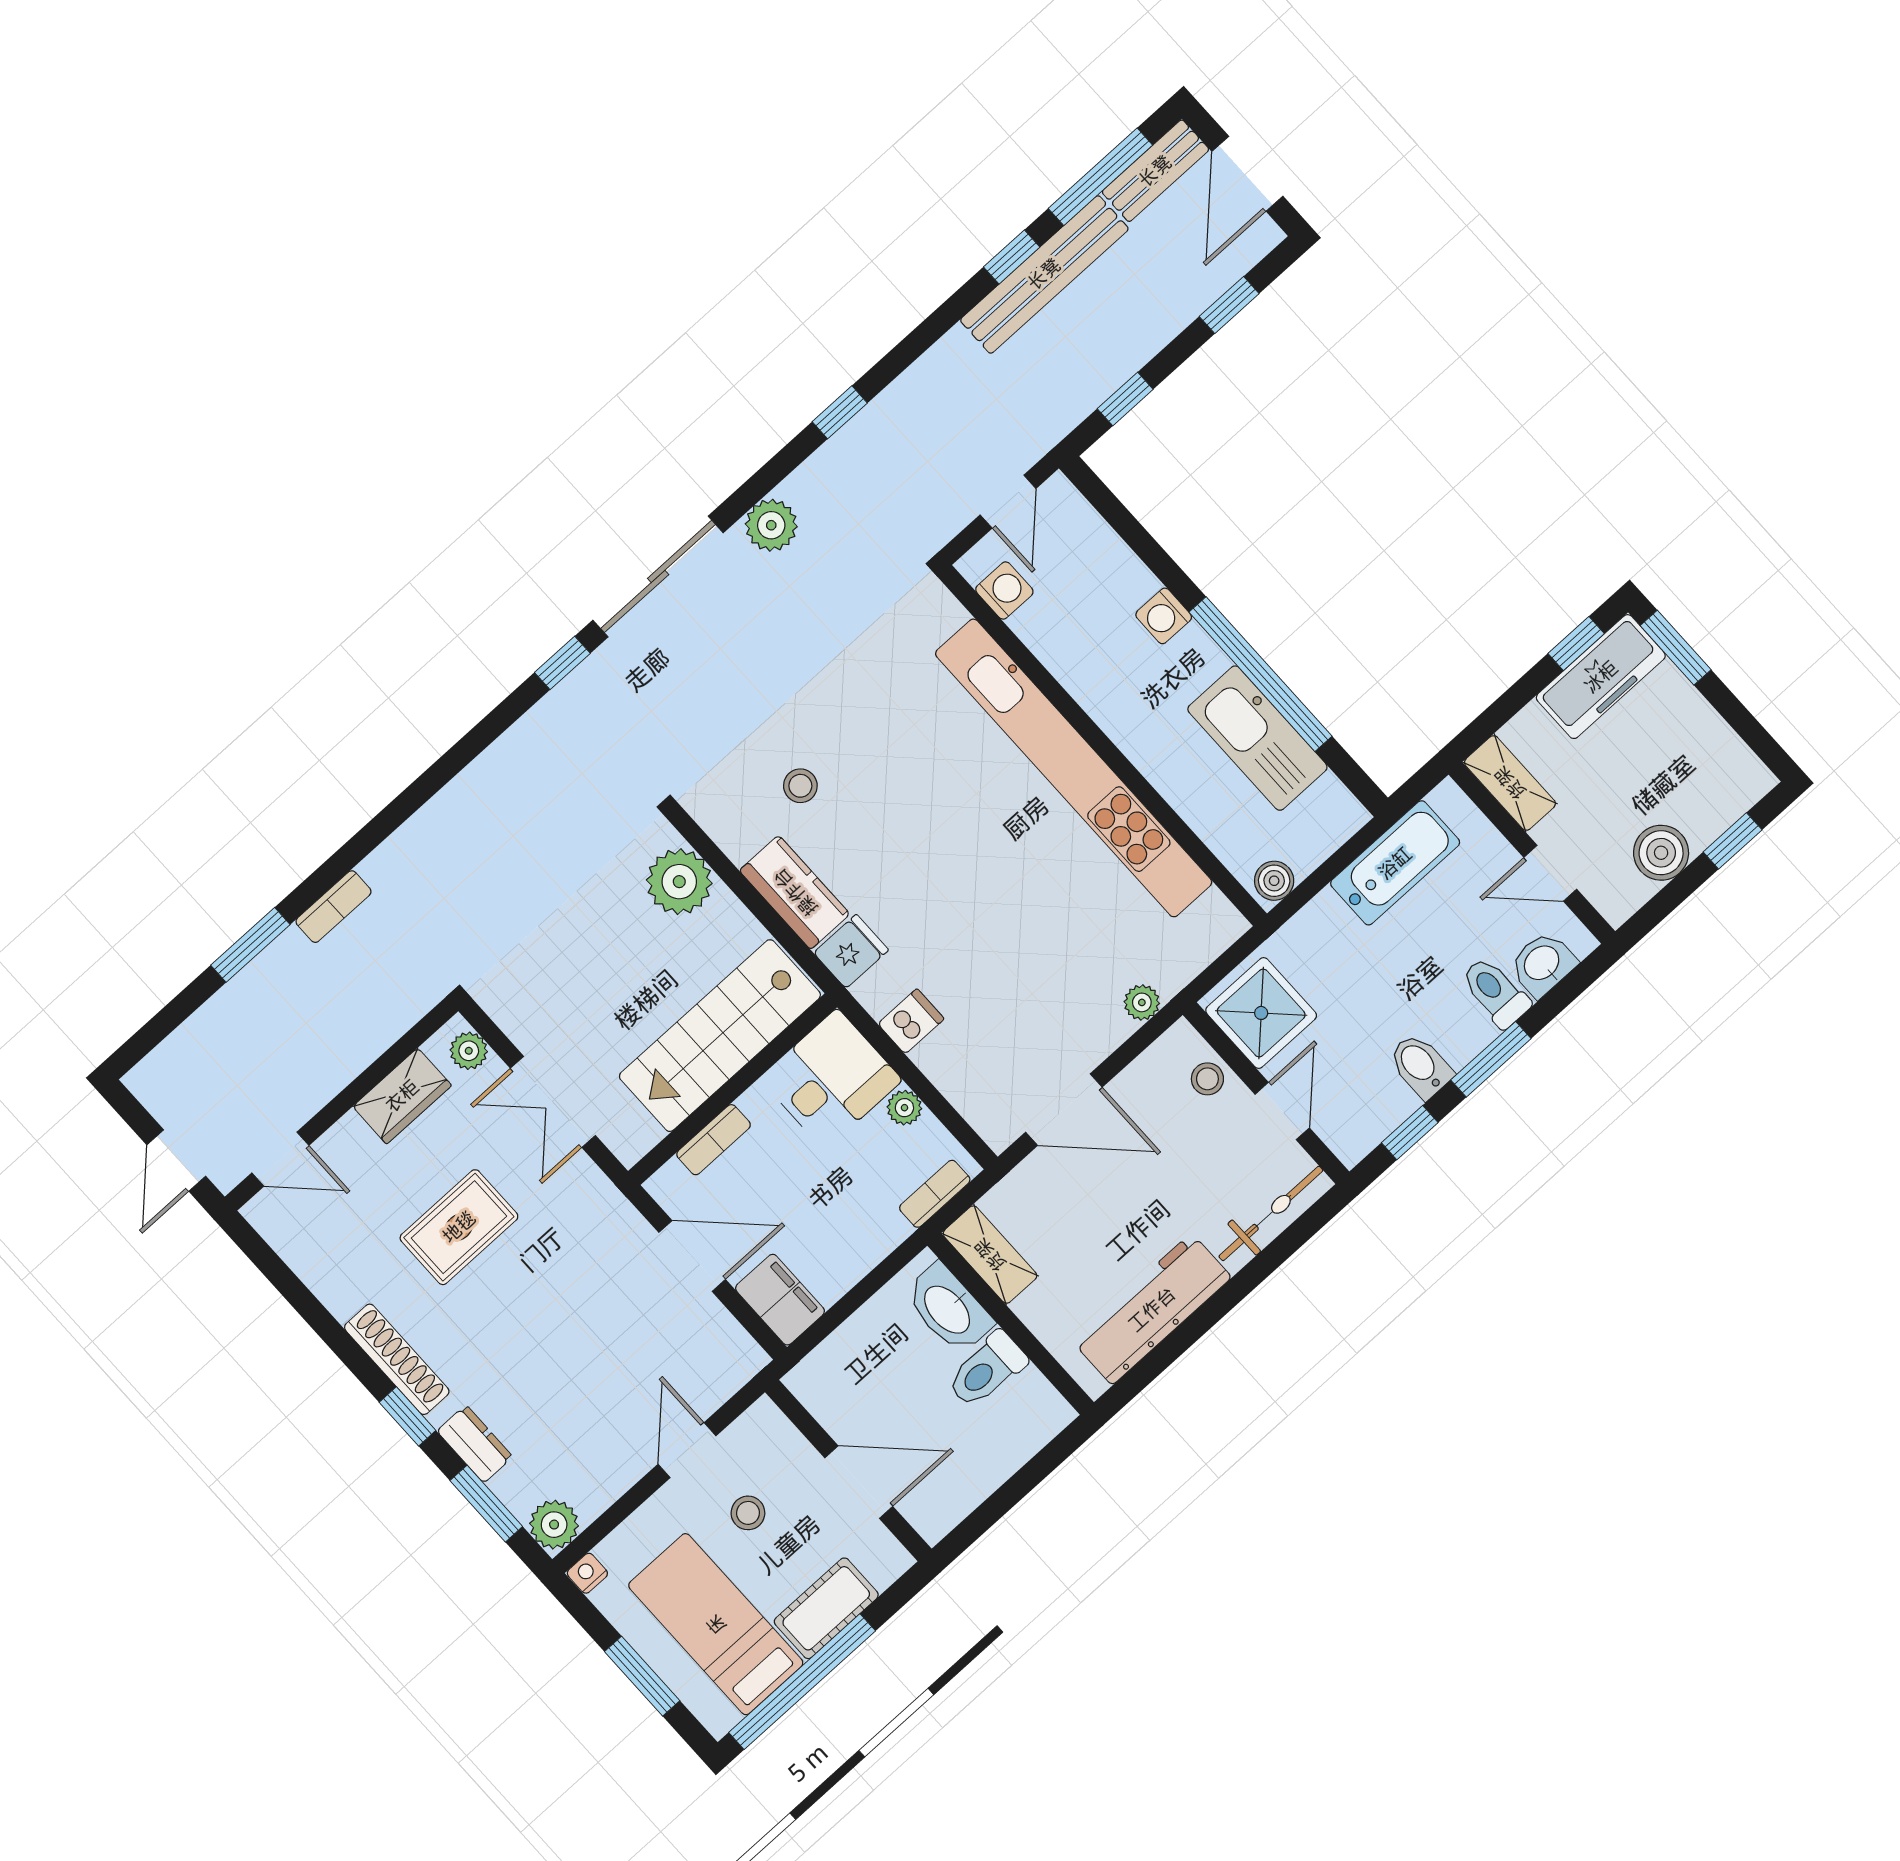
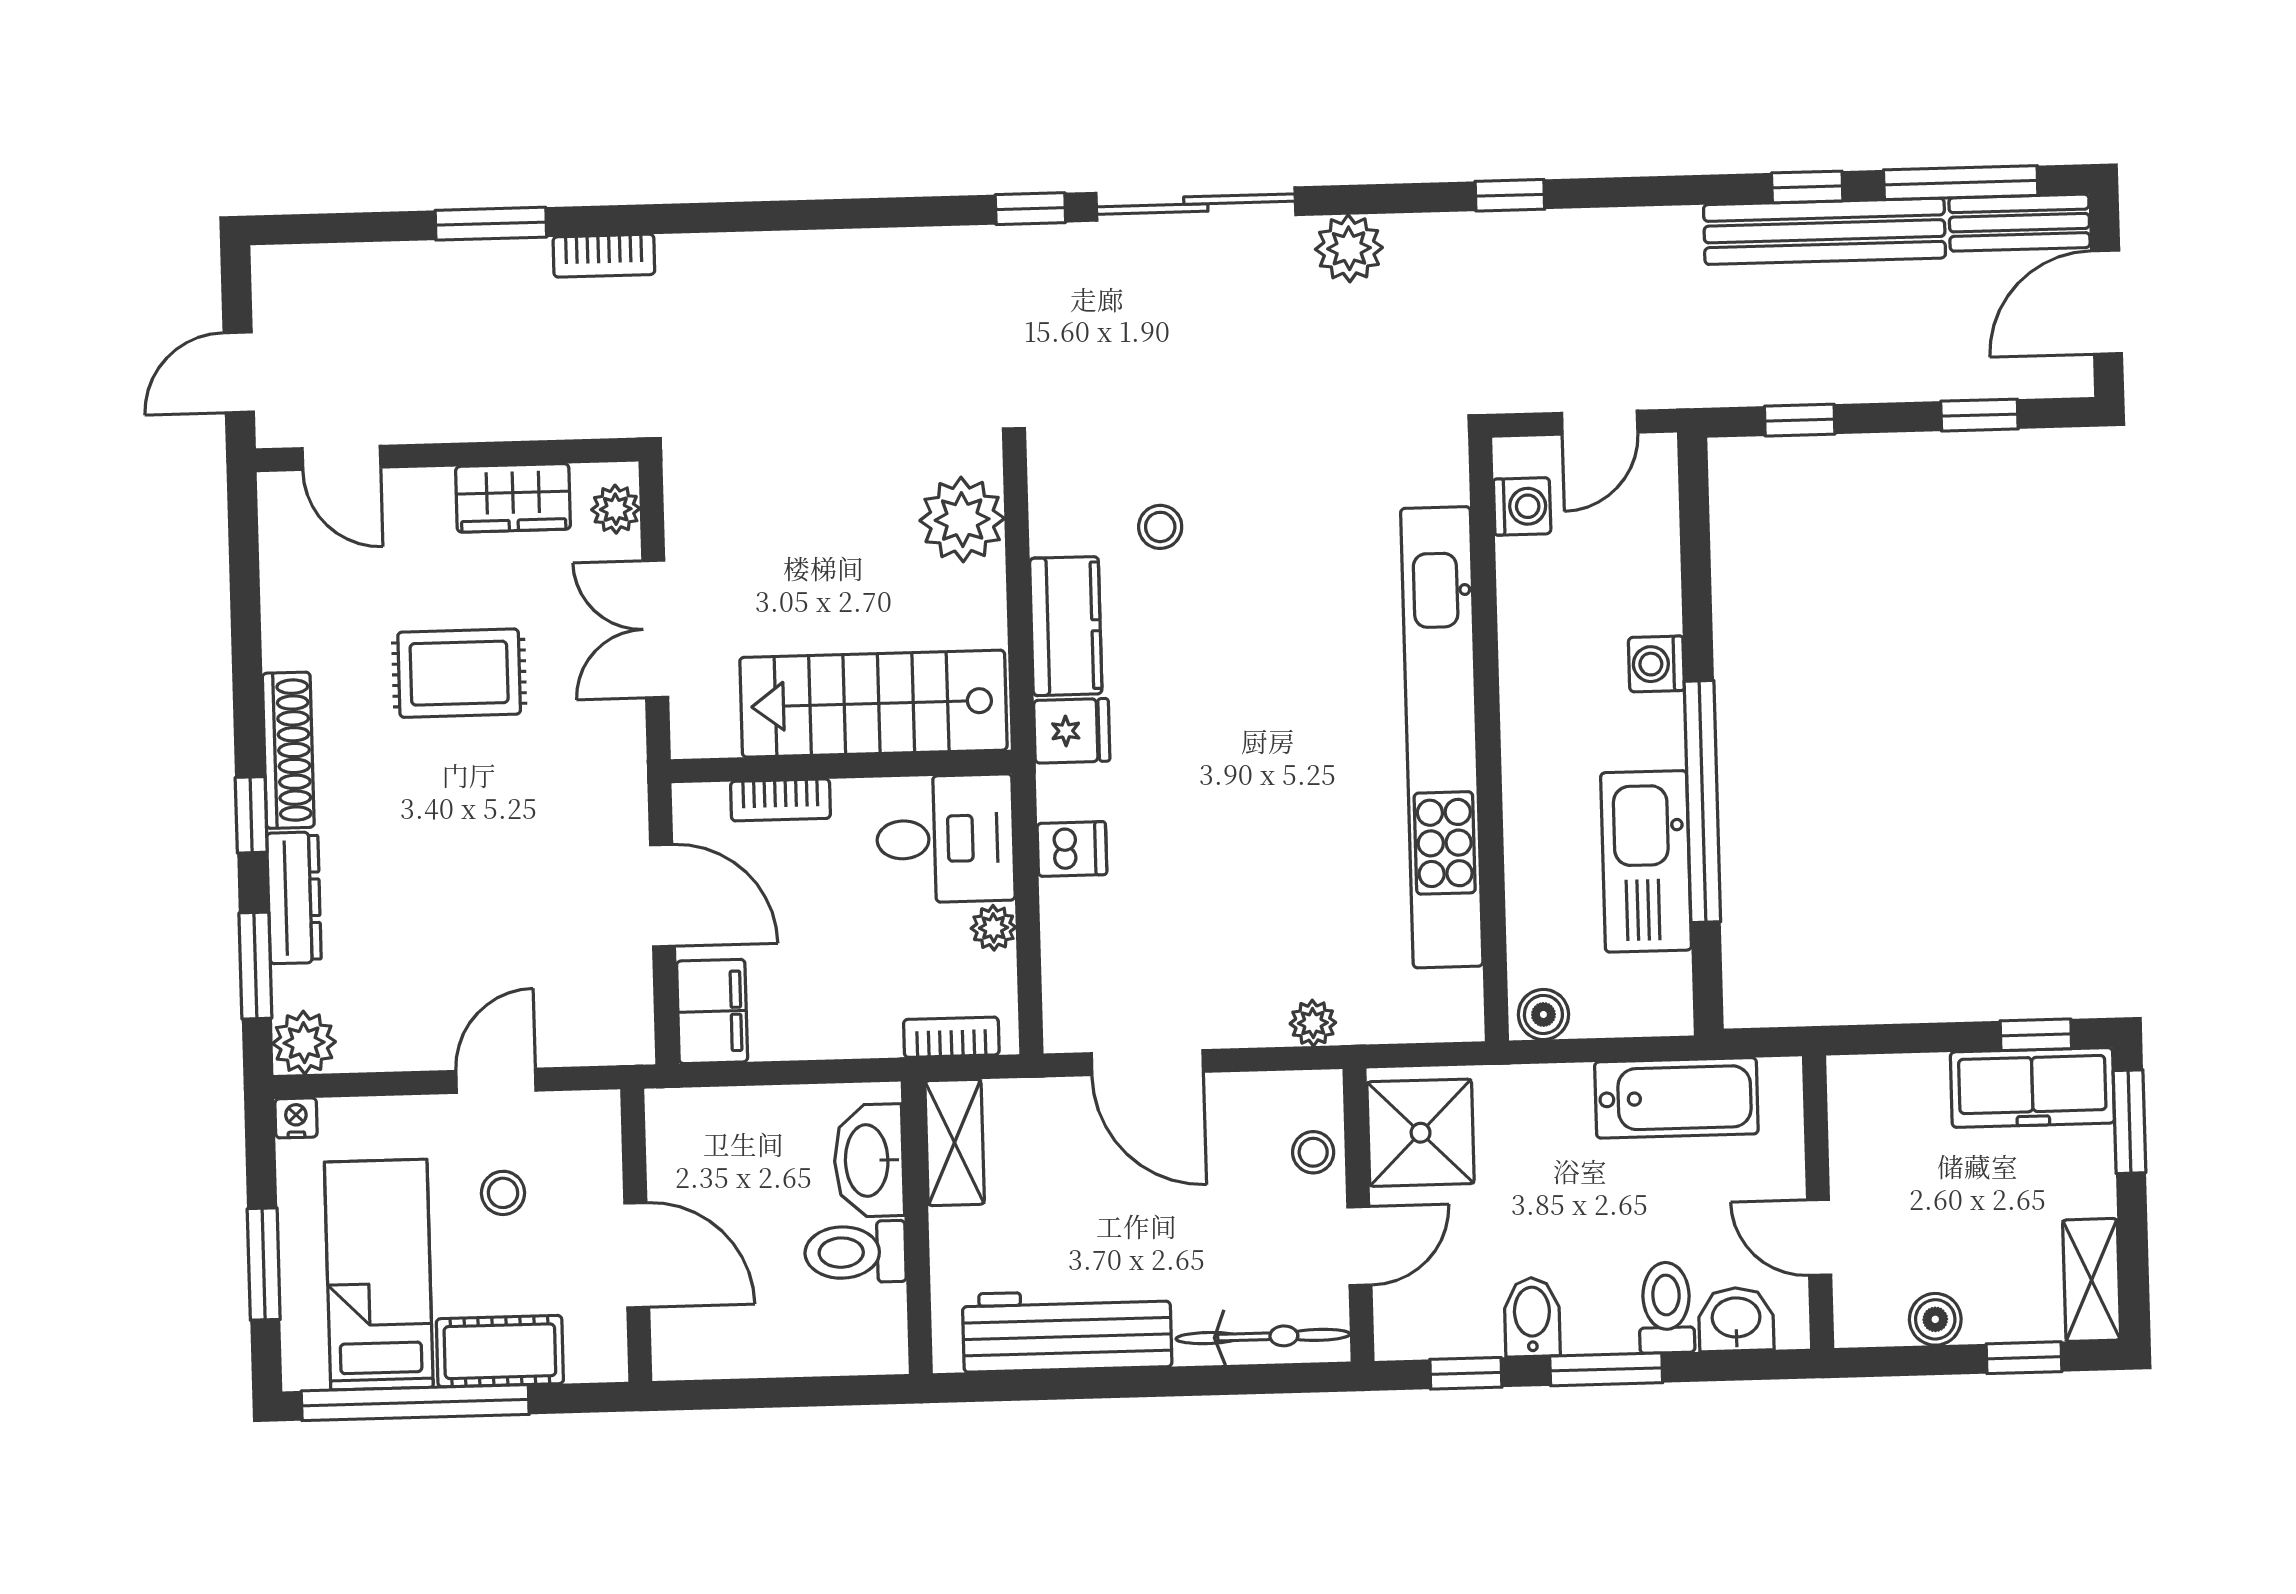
shelving: (1510, 783) -> (2092, 1280), moved
boiler: (1661, 853) -> (1935, 1319), width x0.73, depth x0.73
dresser: (475, 1444) -> (294, 898), width x1.44

